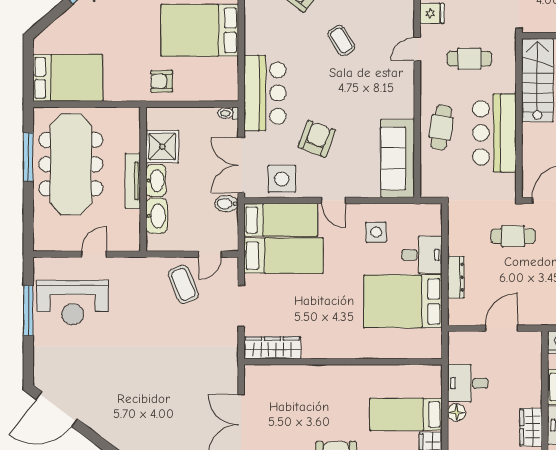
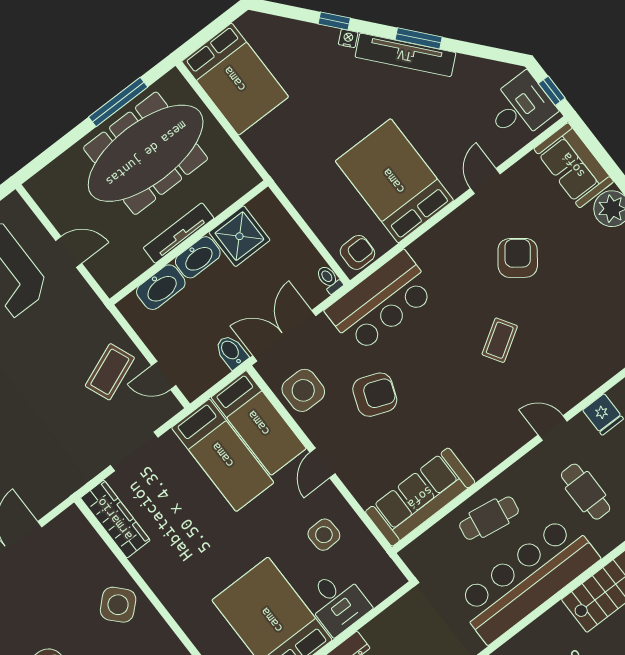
armchair: (162, 81) -> (357, 252), moved, turned 90
bar counter: (494, 133) -> (527, 579), width x1.36
side table: (324, 385) -> (118, 605), added

